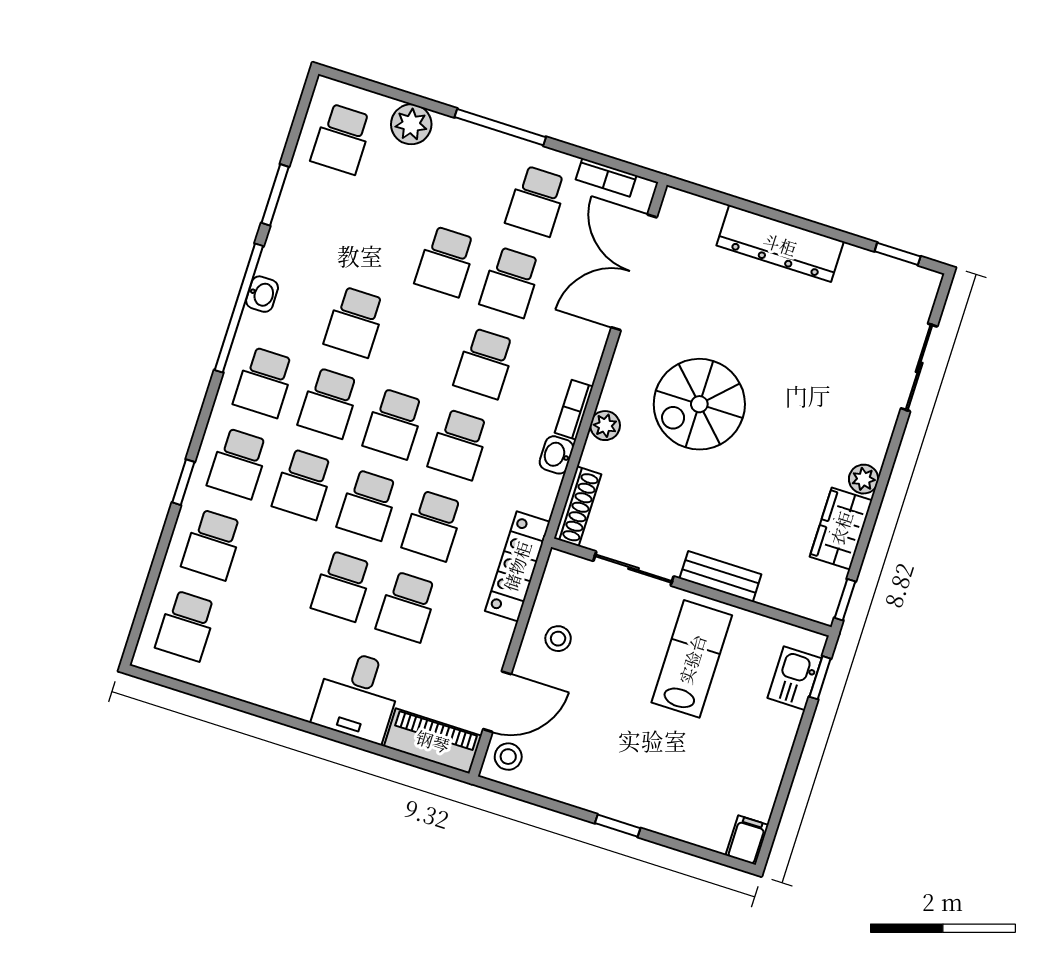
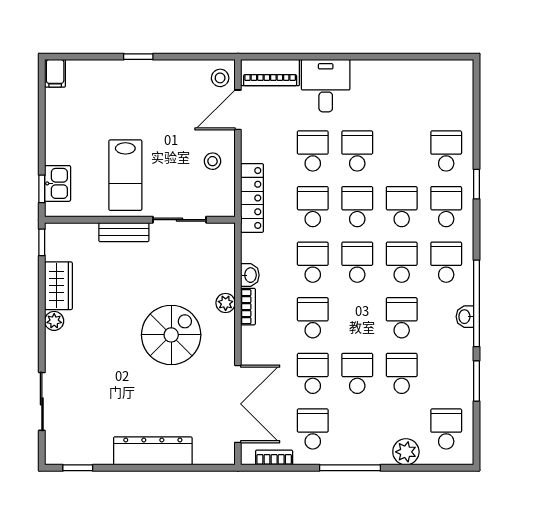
shoe rack: (578, 506) -> (227, 247), removed
school desk: (186, 626) -> (402, 373), moved

